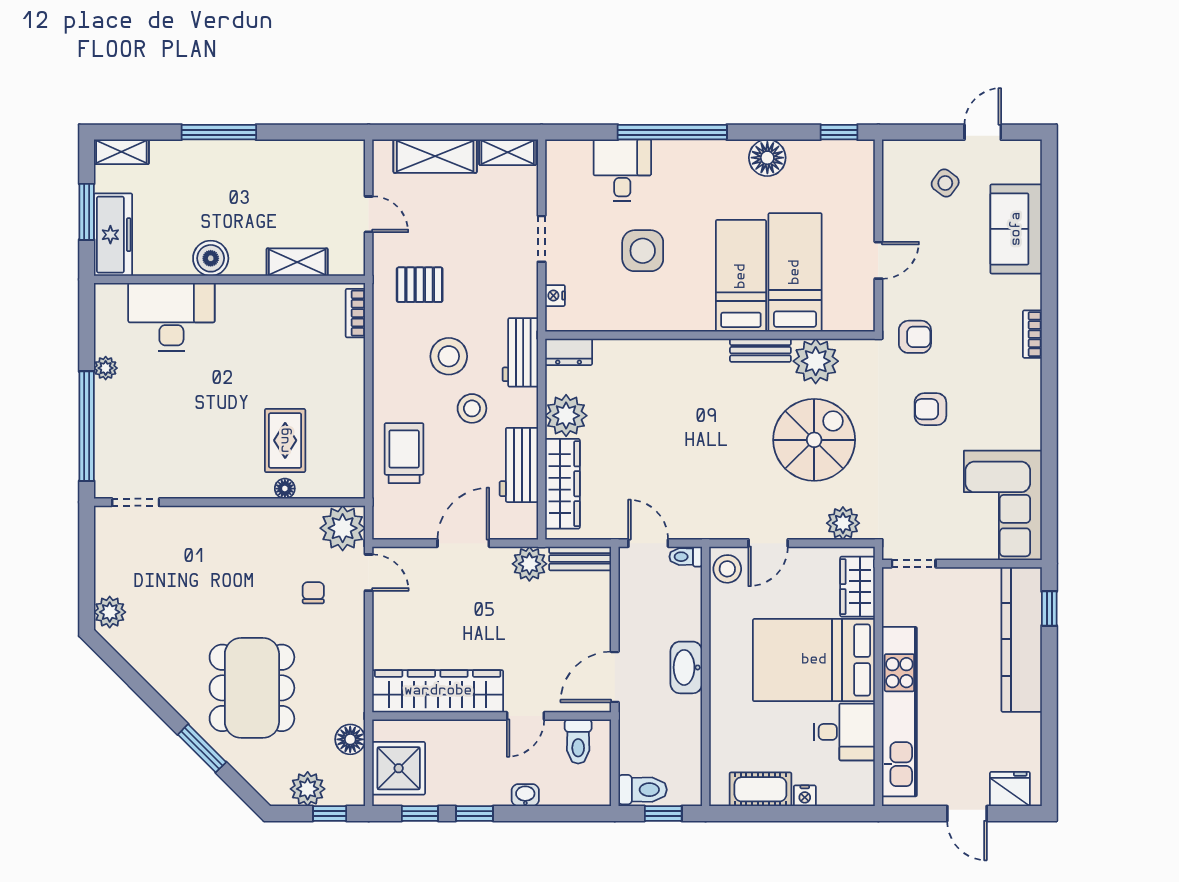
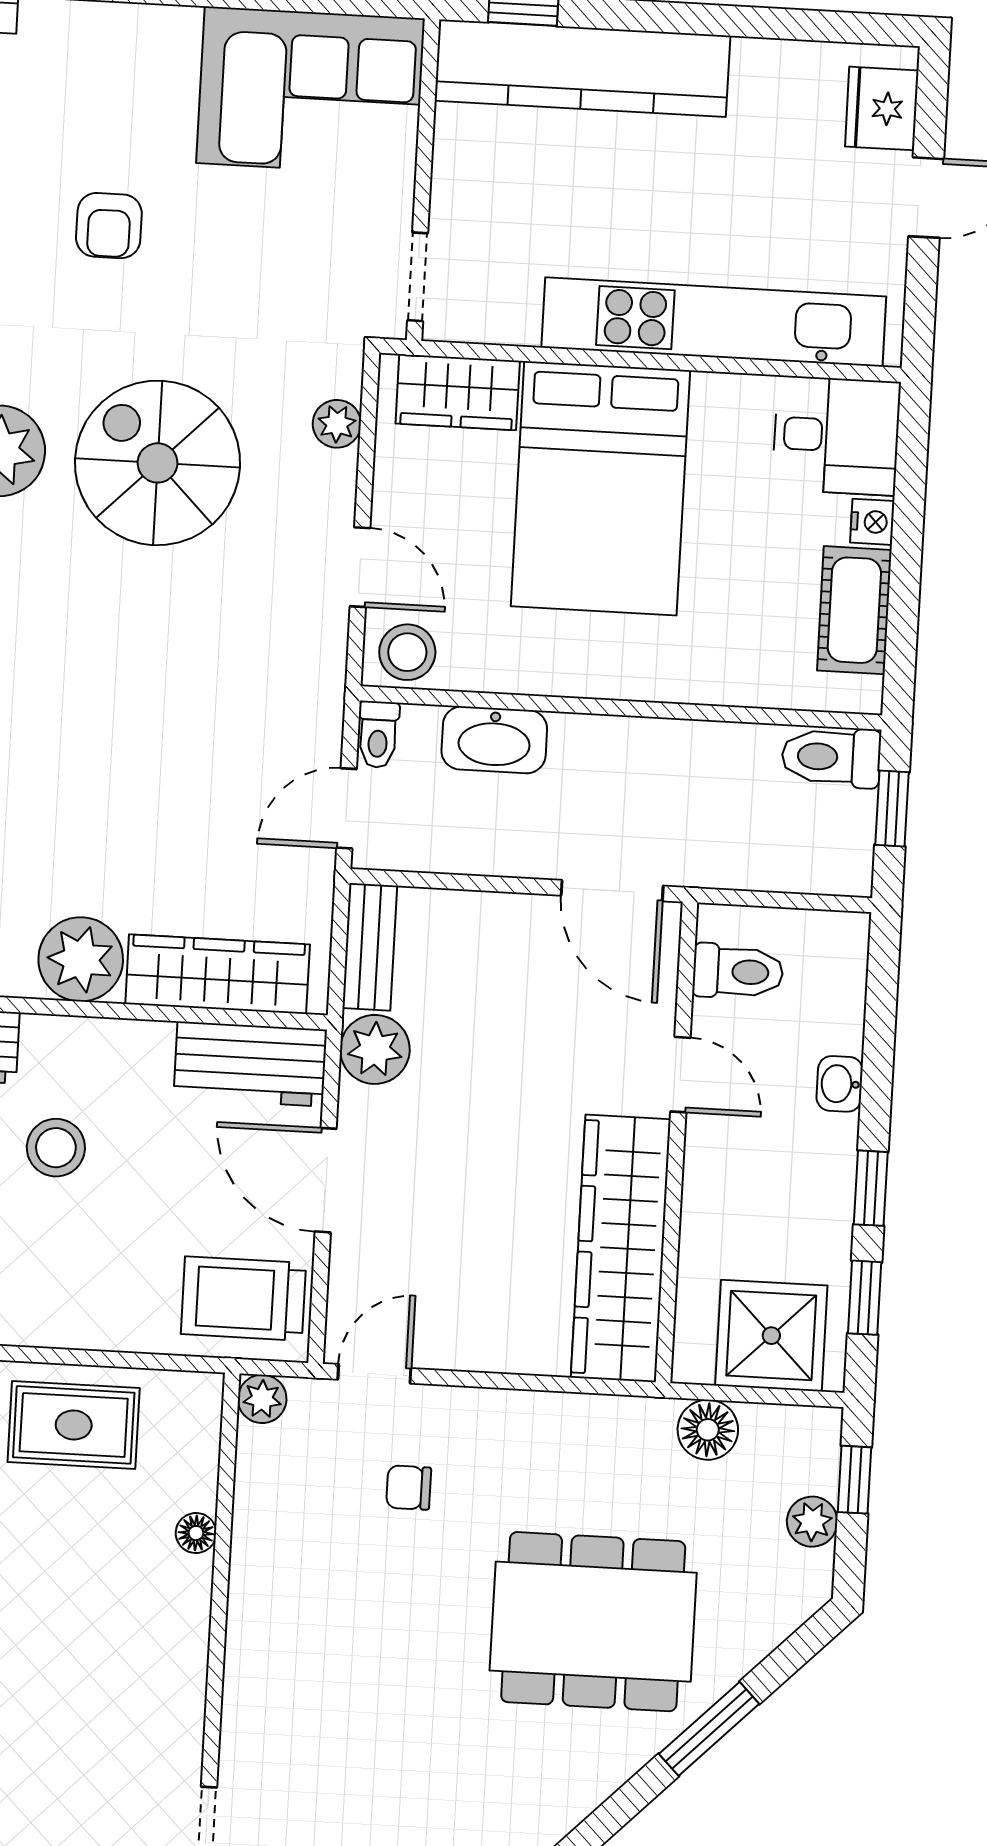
rug: (285, 440) -> (74, 1425), moved
trolley: (404, 453) -> (243, 1299), moved
workbench: (519, 465) -> (250, 1064), moved
plant: (843, 523) -> (337, 424), width x0.73, depth x0.73
plant: (343, 528) -> (262, 1399), width x0.53, depth x0.53
washbasin: (686, 667) -> (494, 740), moved
desk: (844, 732) -> (836, 436), moved, turned 90
plant: (308, 789) -> (812, 1522), width x0.73, depth x0.73
toilet: (643, 790) -> (831, 757), moved, turned -90

